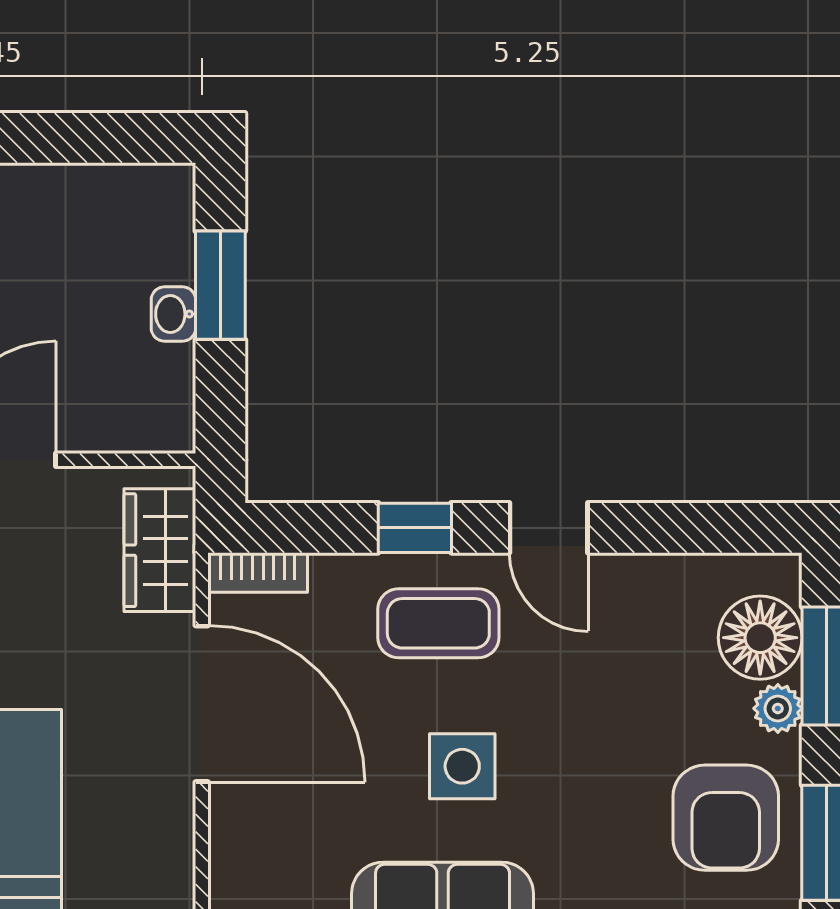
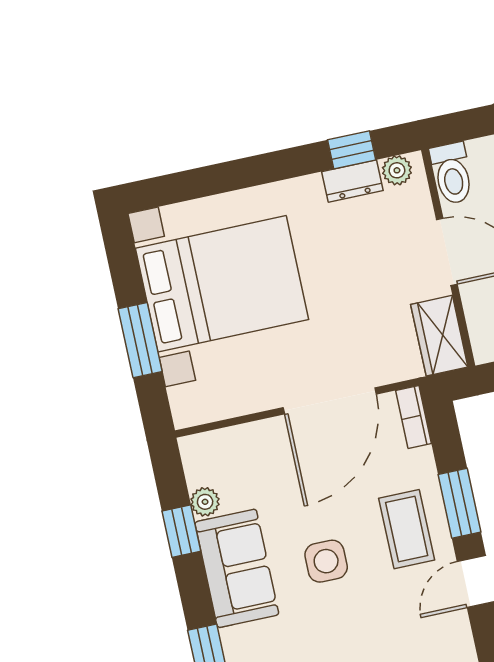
window: (415, 528) -> (460, 503), width x1.50
wardrobe: (160, 550) -> (439, 336), moved, turned -90

